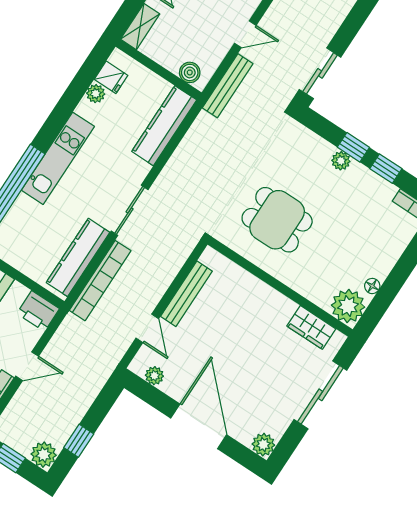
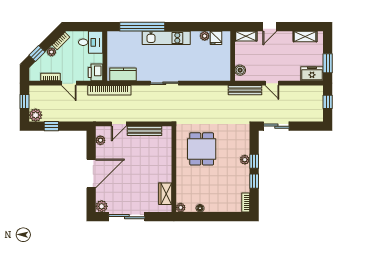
kitchen counter: (164, 126) -> (210, 74), removed
kitchen counter: (78, 257) -> (123, 74), width x0.67
bookcase: (100, 281) -> (109, 90), moved
plant: (348, 306) -> (181, 208), width x0.53, depth x0.53
sliding door: (320, 395) -> (127, 217), moved

